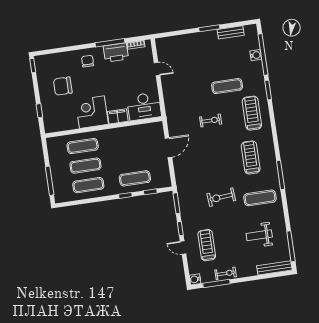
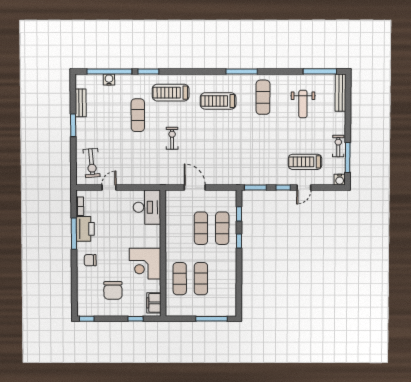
filing cabinet: (118, 116) -> (154, 303), moved
exercise mat: (88, 185) -> (201, 228), moved
exercise bike: (221, 197) -> (92, 163), moved

